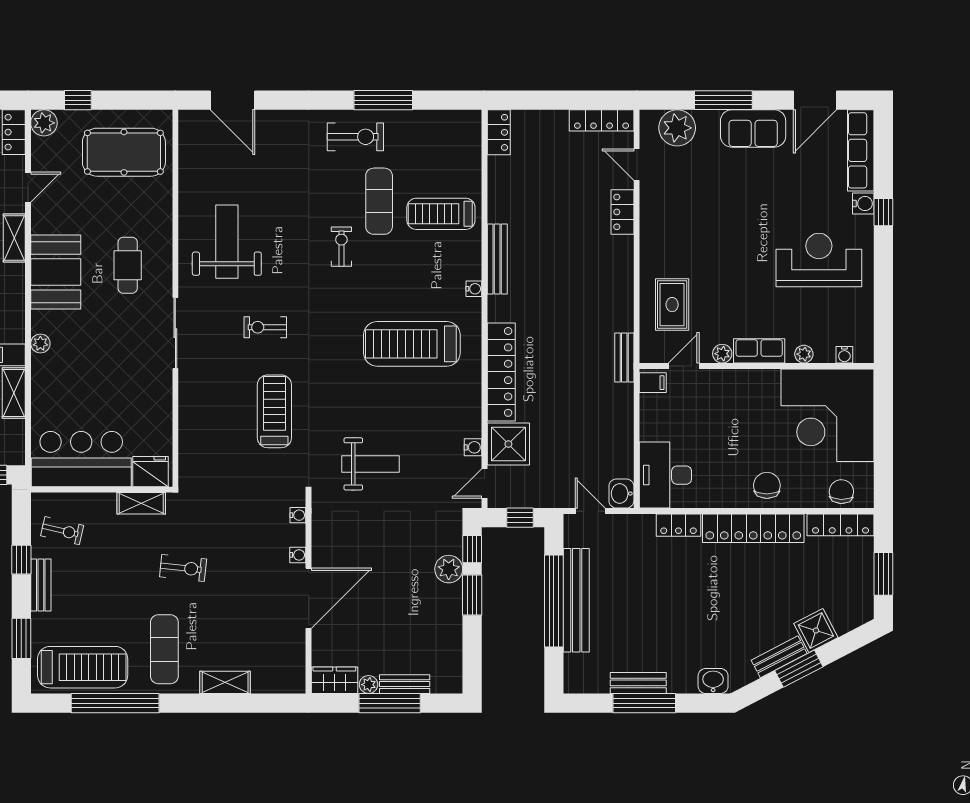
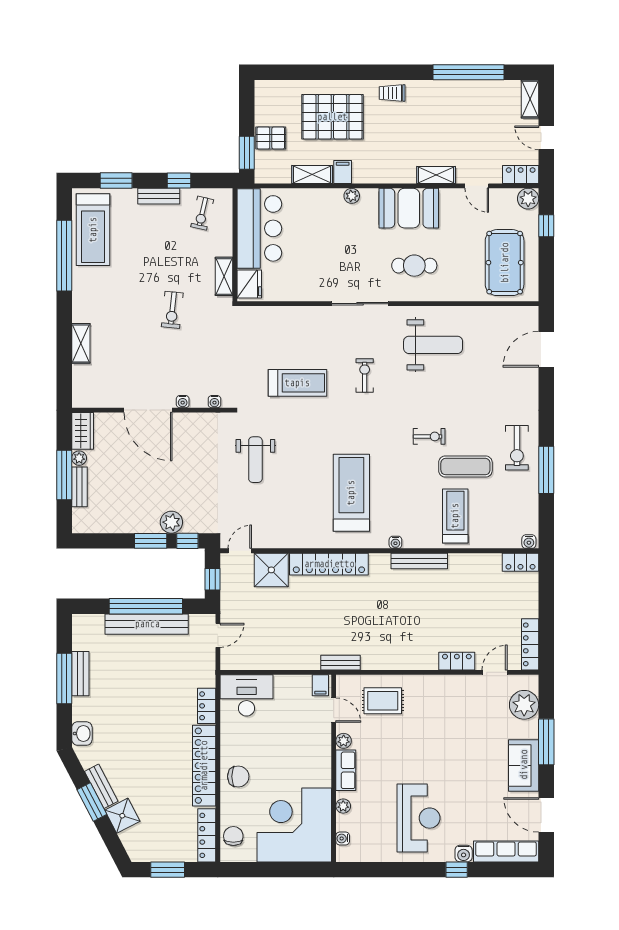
water cooler: (473, 447) -> (529, 542), moved
door: (484, 484) -> (240, 551), hinge flipped
chair: (841, 492) -> (233, 836), turned -92
washbasin: (621, 494) -> (232, 660), removed
exercise mat: (164, 649) -> (107, 295), removed

